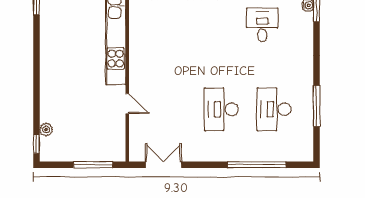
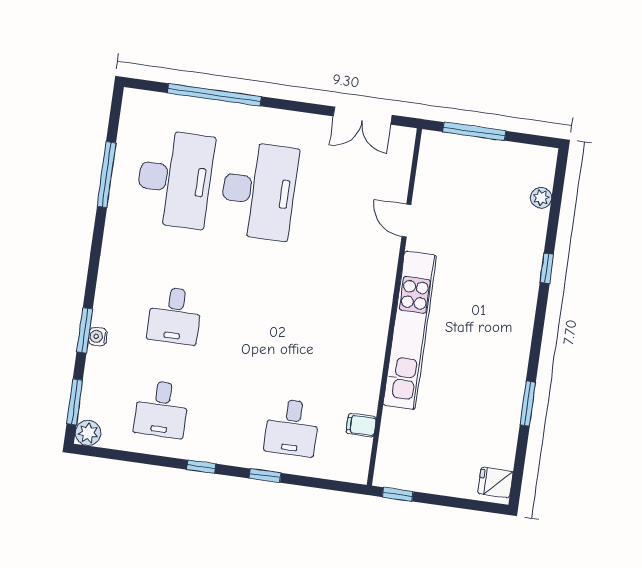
desk: (221, 109) -> (259, 191), width x1.36, depth x1.30
desk: (274, 109) -> (175, 179), width x1.36, depth x1.30
window: (36, 144) -> (547, 268), moved

